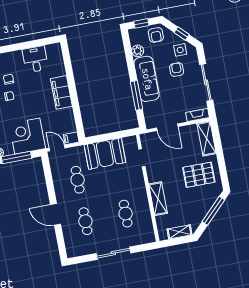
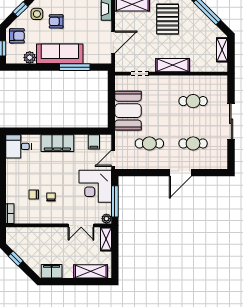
desk: (35, 59) -> (19, 146), moved
filing cabinet: (71, 138) -> (94, 142), moved
shelving: (158, 199) -> (173, 65), moved

